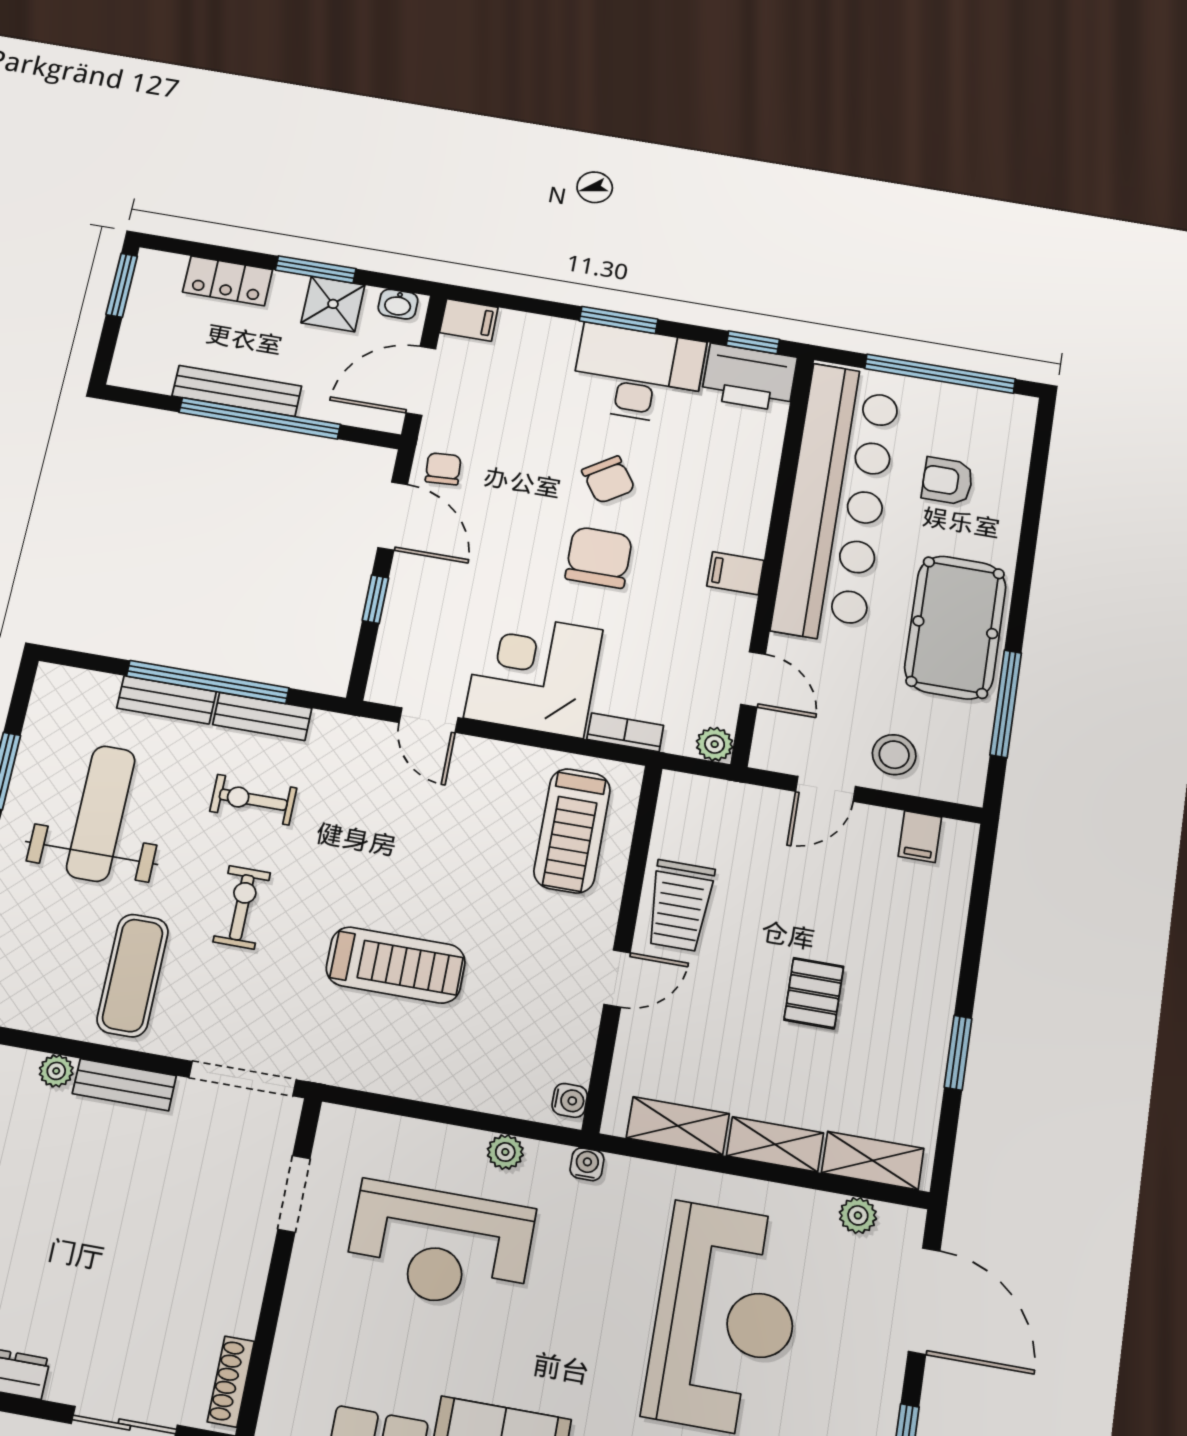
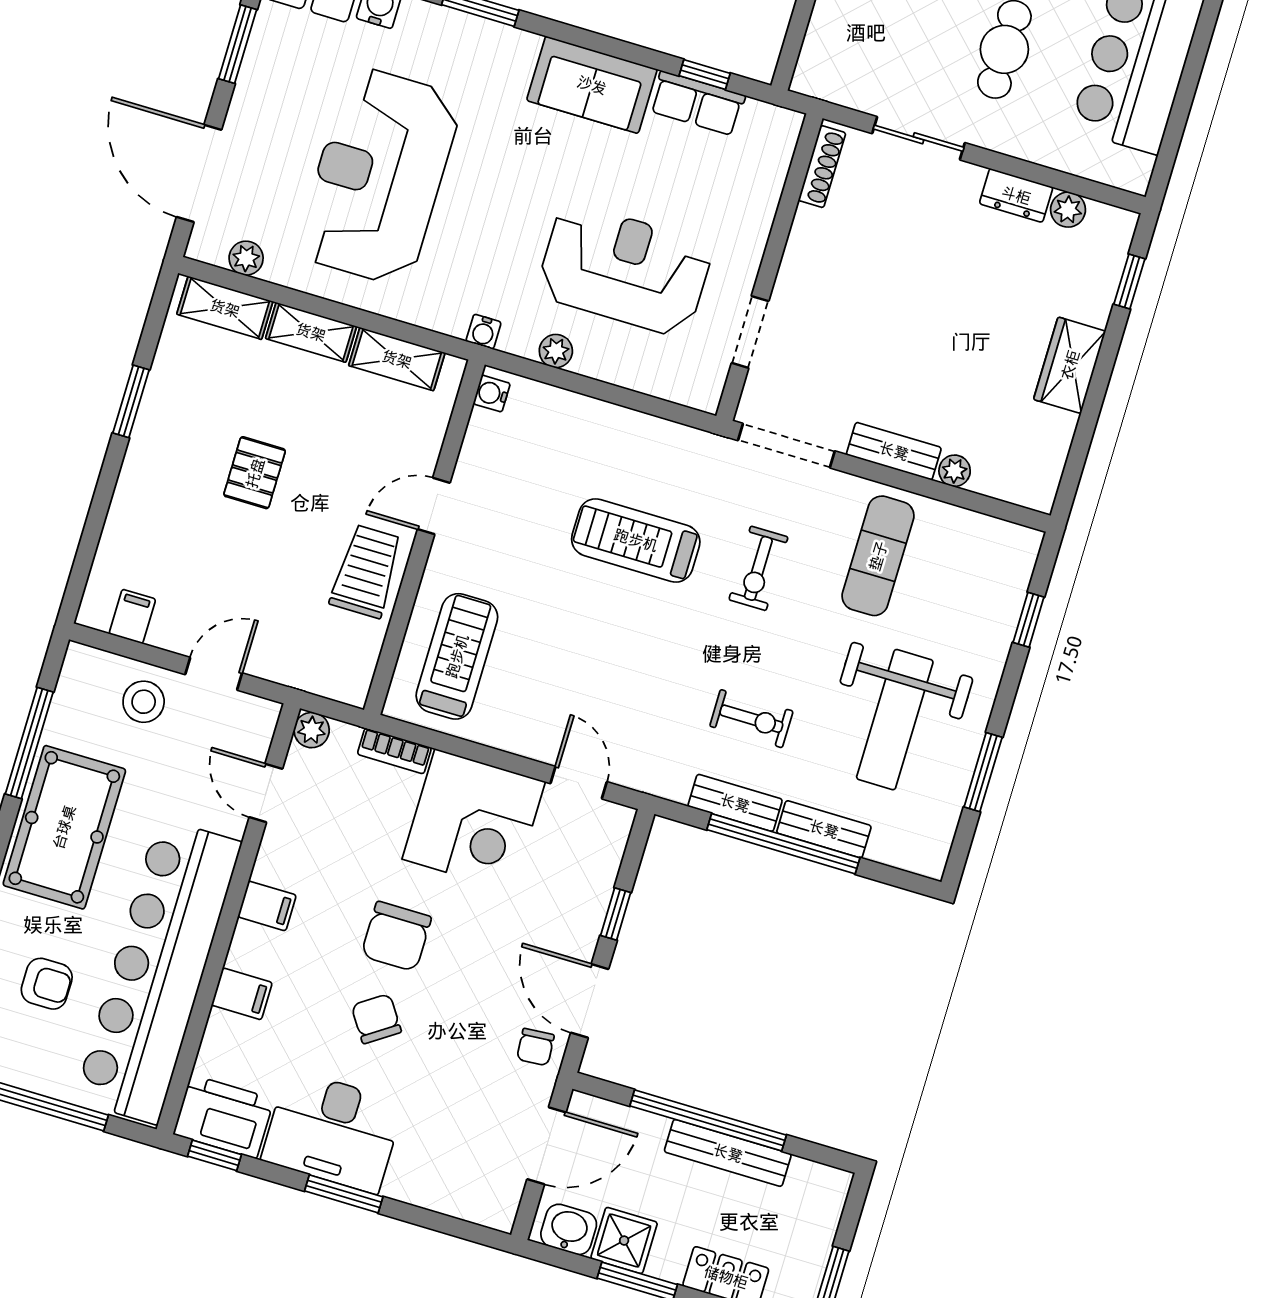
washbasin: (398, 304) -> (569, 1229), width x1.38, depth x1.45
filing cabinet: (469, 320) -> (242, 994), moved, turned 180
exercise bike: (242, 907) -> (758, 568), moved

